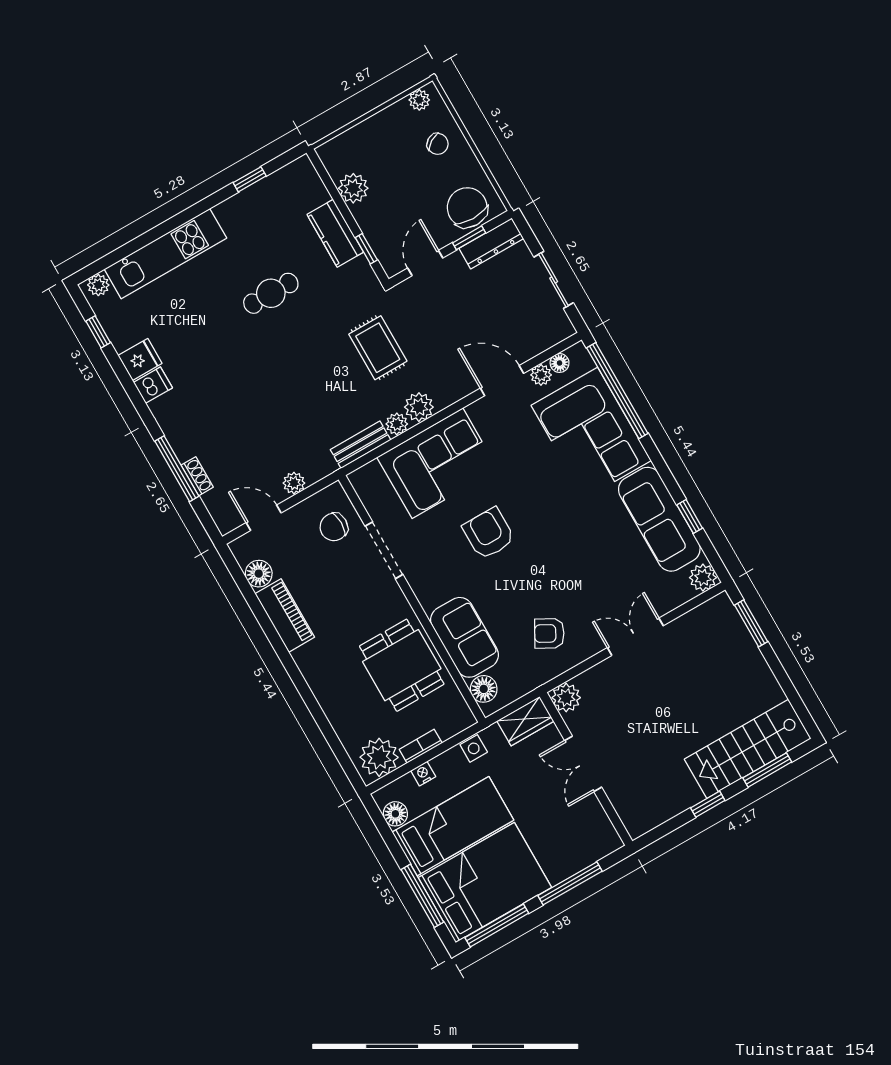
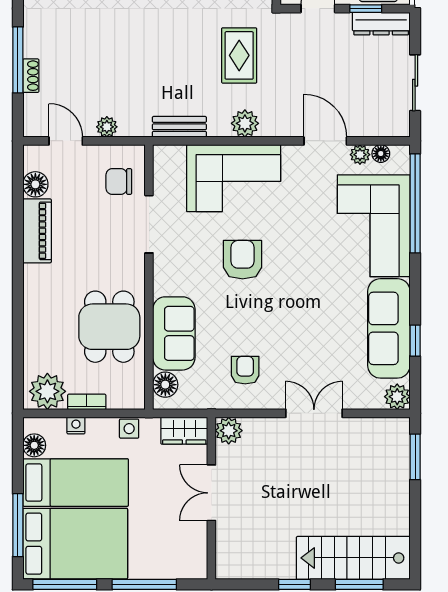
plant: (397, 424) -> (219, 127), removed
armchair: (549, 633) -> (245, 370), turned 61

